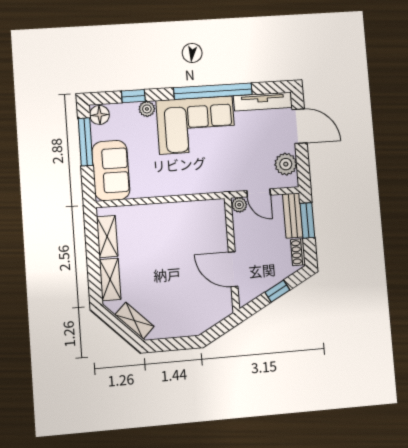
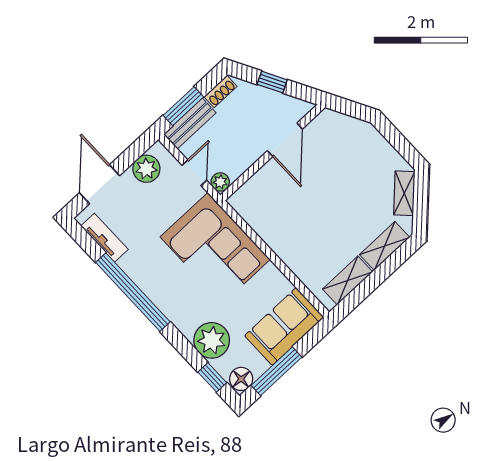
window: (133, 96) -> (212, 377), moved
tv unit: (263, 102) -> (104, 238), width x0.71
plant: (147, 109) -> (212, 340), width x1.88, depth x1.88
corner sofa: (196, 125) -> (215, 248), moved, turned 180

